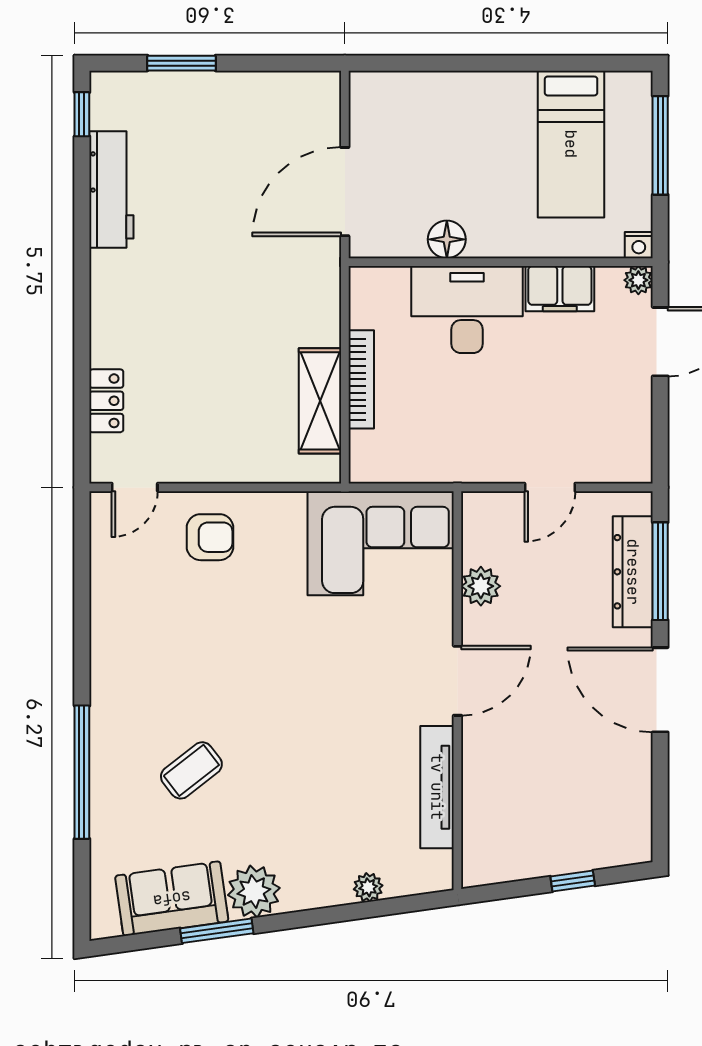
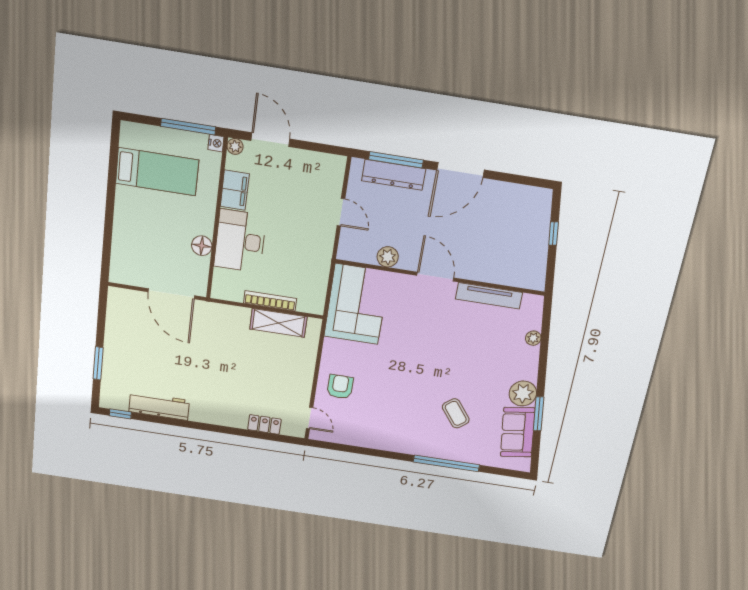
window: (660, 145) -> (188, 127), moved

